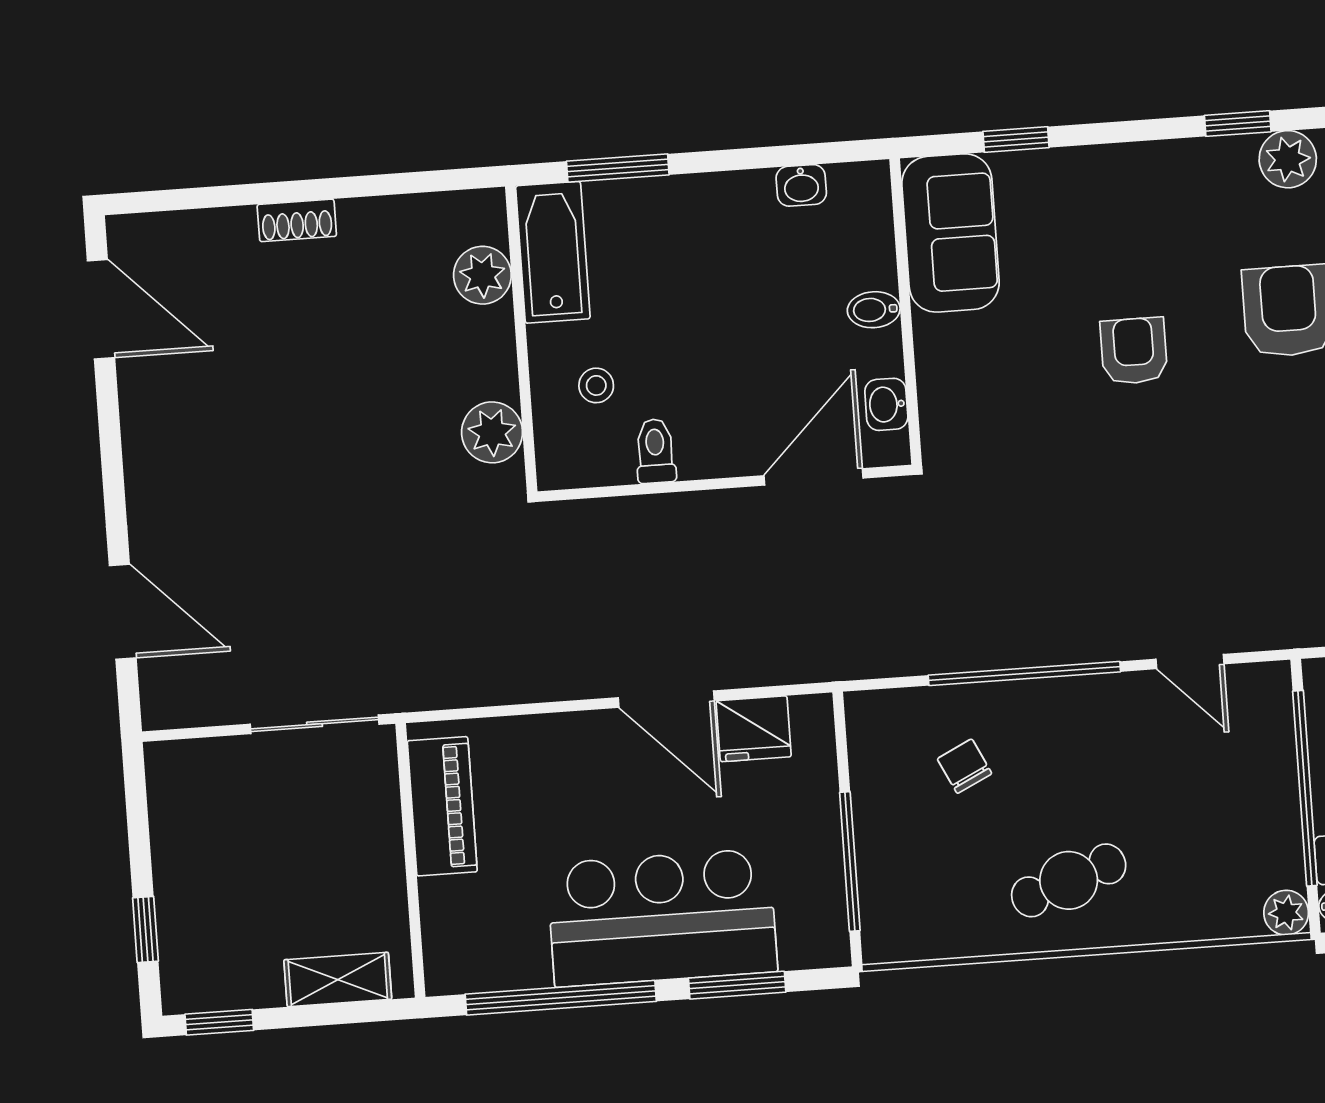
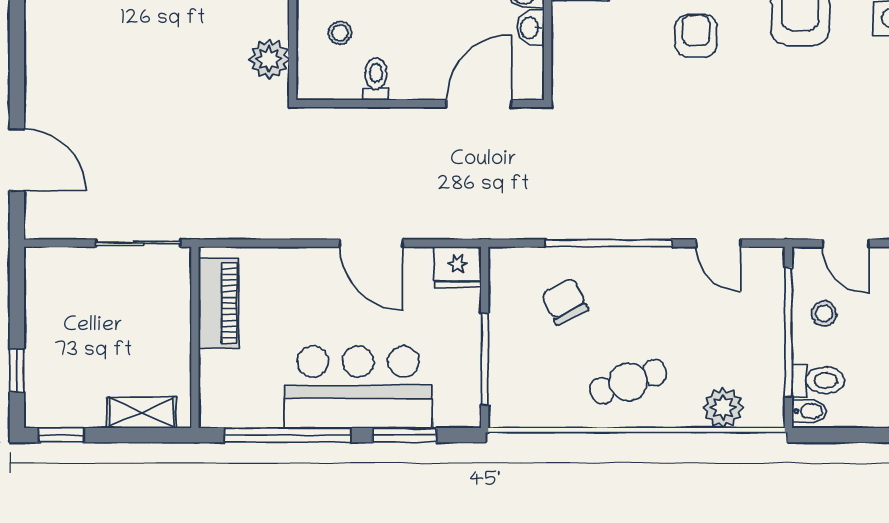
washbasin: (886, 404) -> (530, 28), moved
fridge: (754, 729) -> (458, 267), moved
chair: (964, 766) -> (565, 301), width x1.37, depth x1.37
plant: (1286, 913) -> (723, 408), moved, width x1.38, depth x1.38

